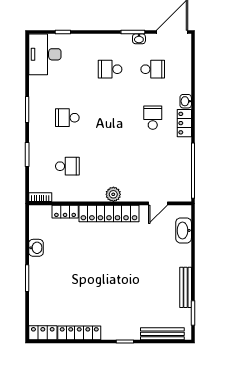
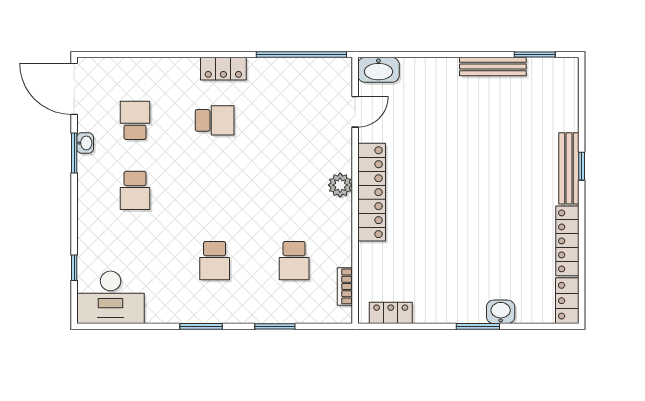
washbasin: (186, 101) -> (187, 66), removed
school desk: (153, 118) -> (215, 120), turned 180
school desk: (67, 166) -> (294, 261), turned 180
bookcase: (40, 197) -> (345, 286), moved
door: (158, 203) -> (355, 112), hinge flipped
locker: (65, 212) -> (391, 313), moved, turned -90
washbasin: (184, 230) -> (378, 70), moved
washbasin: (36, 248) -> (501, 312), moved
bench: (162, 334) -> (569, 168), moved

